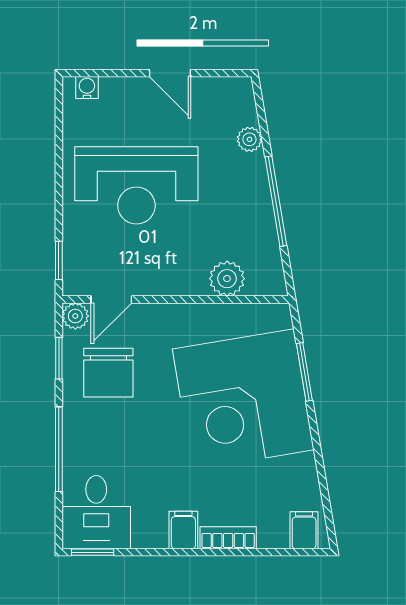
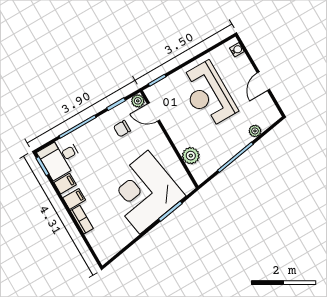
chair: (108, 373) -> (122, 129), width x0.54, depth x0.54
filing cabinet: (304, 530) -> (65, 184), moved

